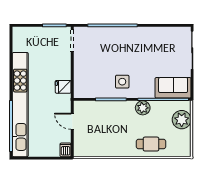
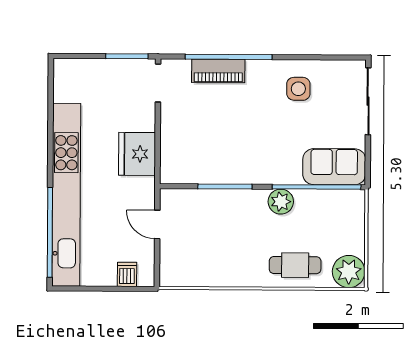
piano: (107, 33) -> (218, 71), added
side table: (122, 82) -> (298, 89), moved
fridge: (63, 87) -> (137, 154), width x1.88, depth x1.34
plant: (182, 120) -> (349, 272), moved
dishwasher: (66, 150) -> (127, 274), moved

